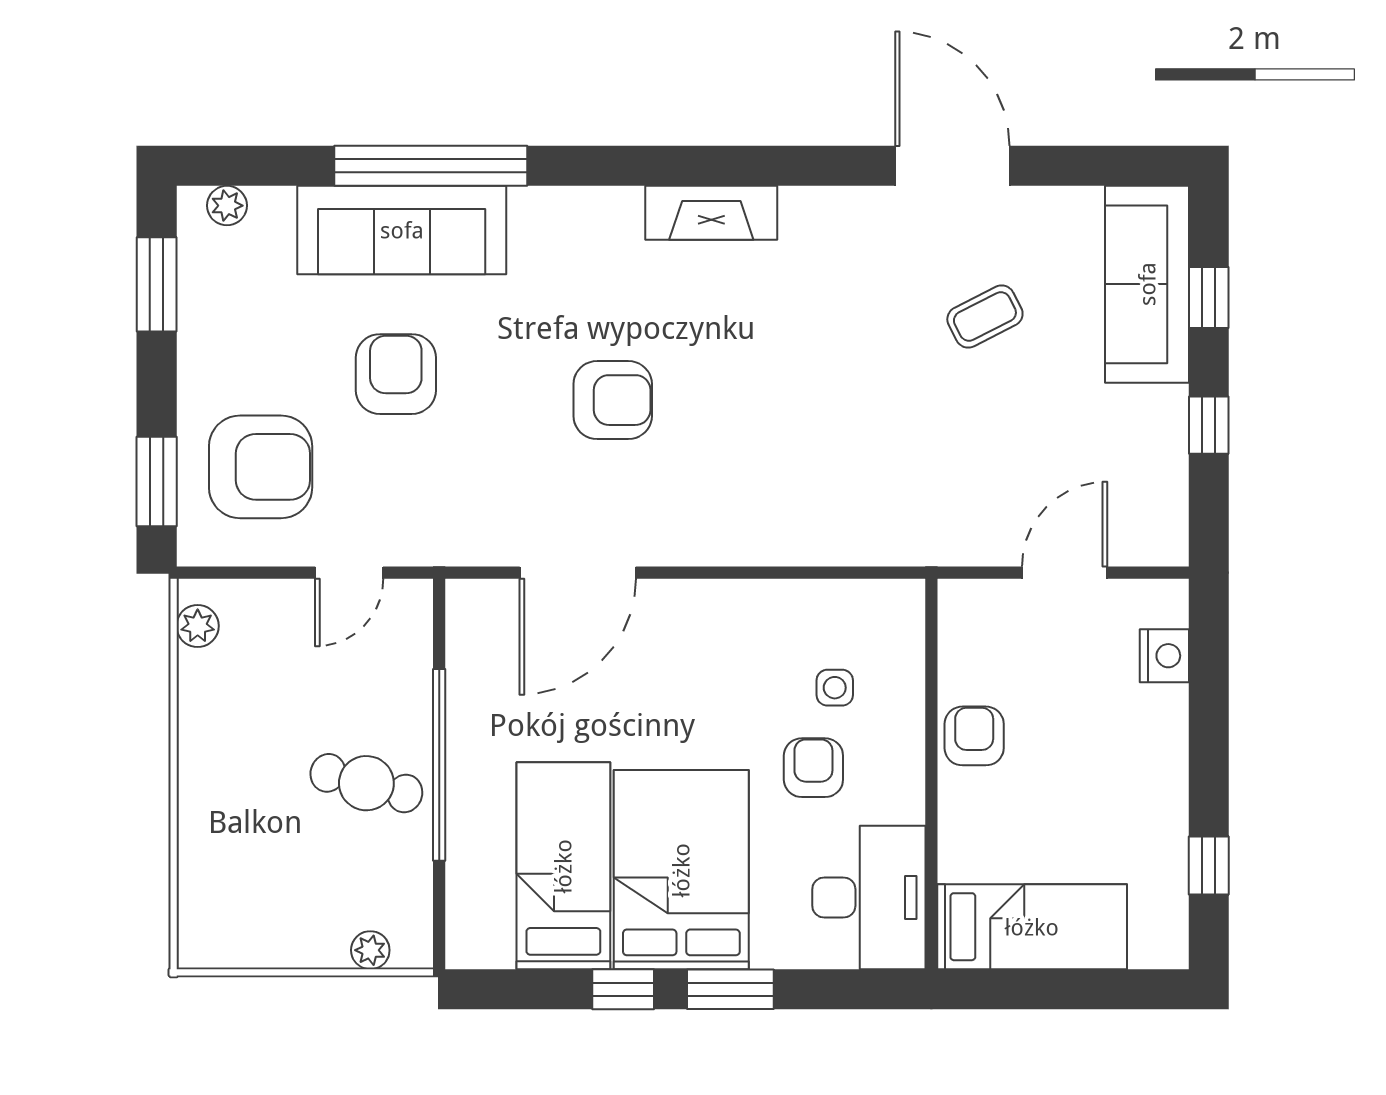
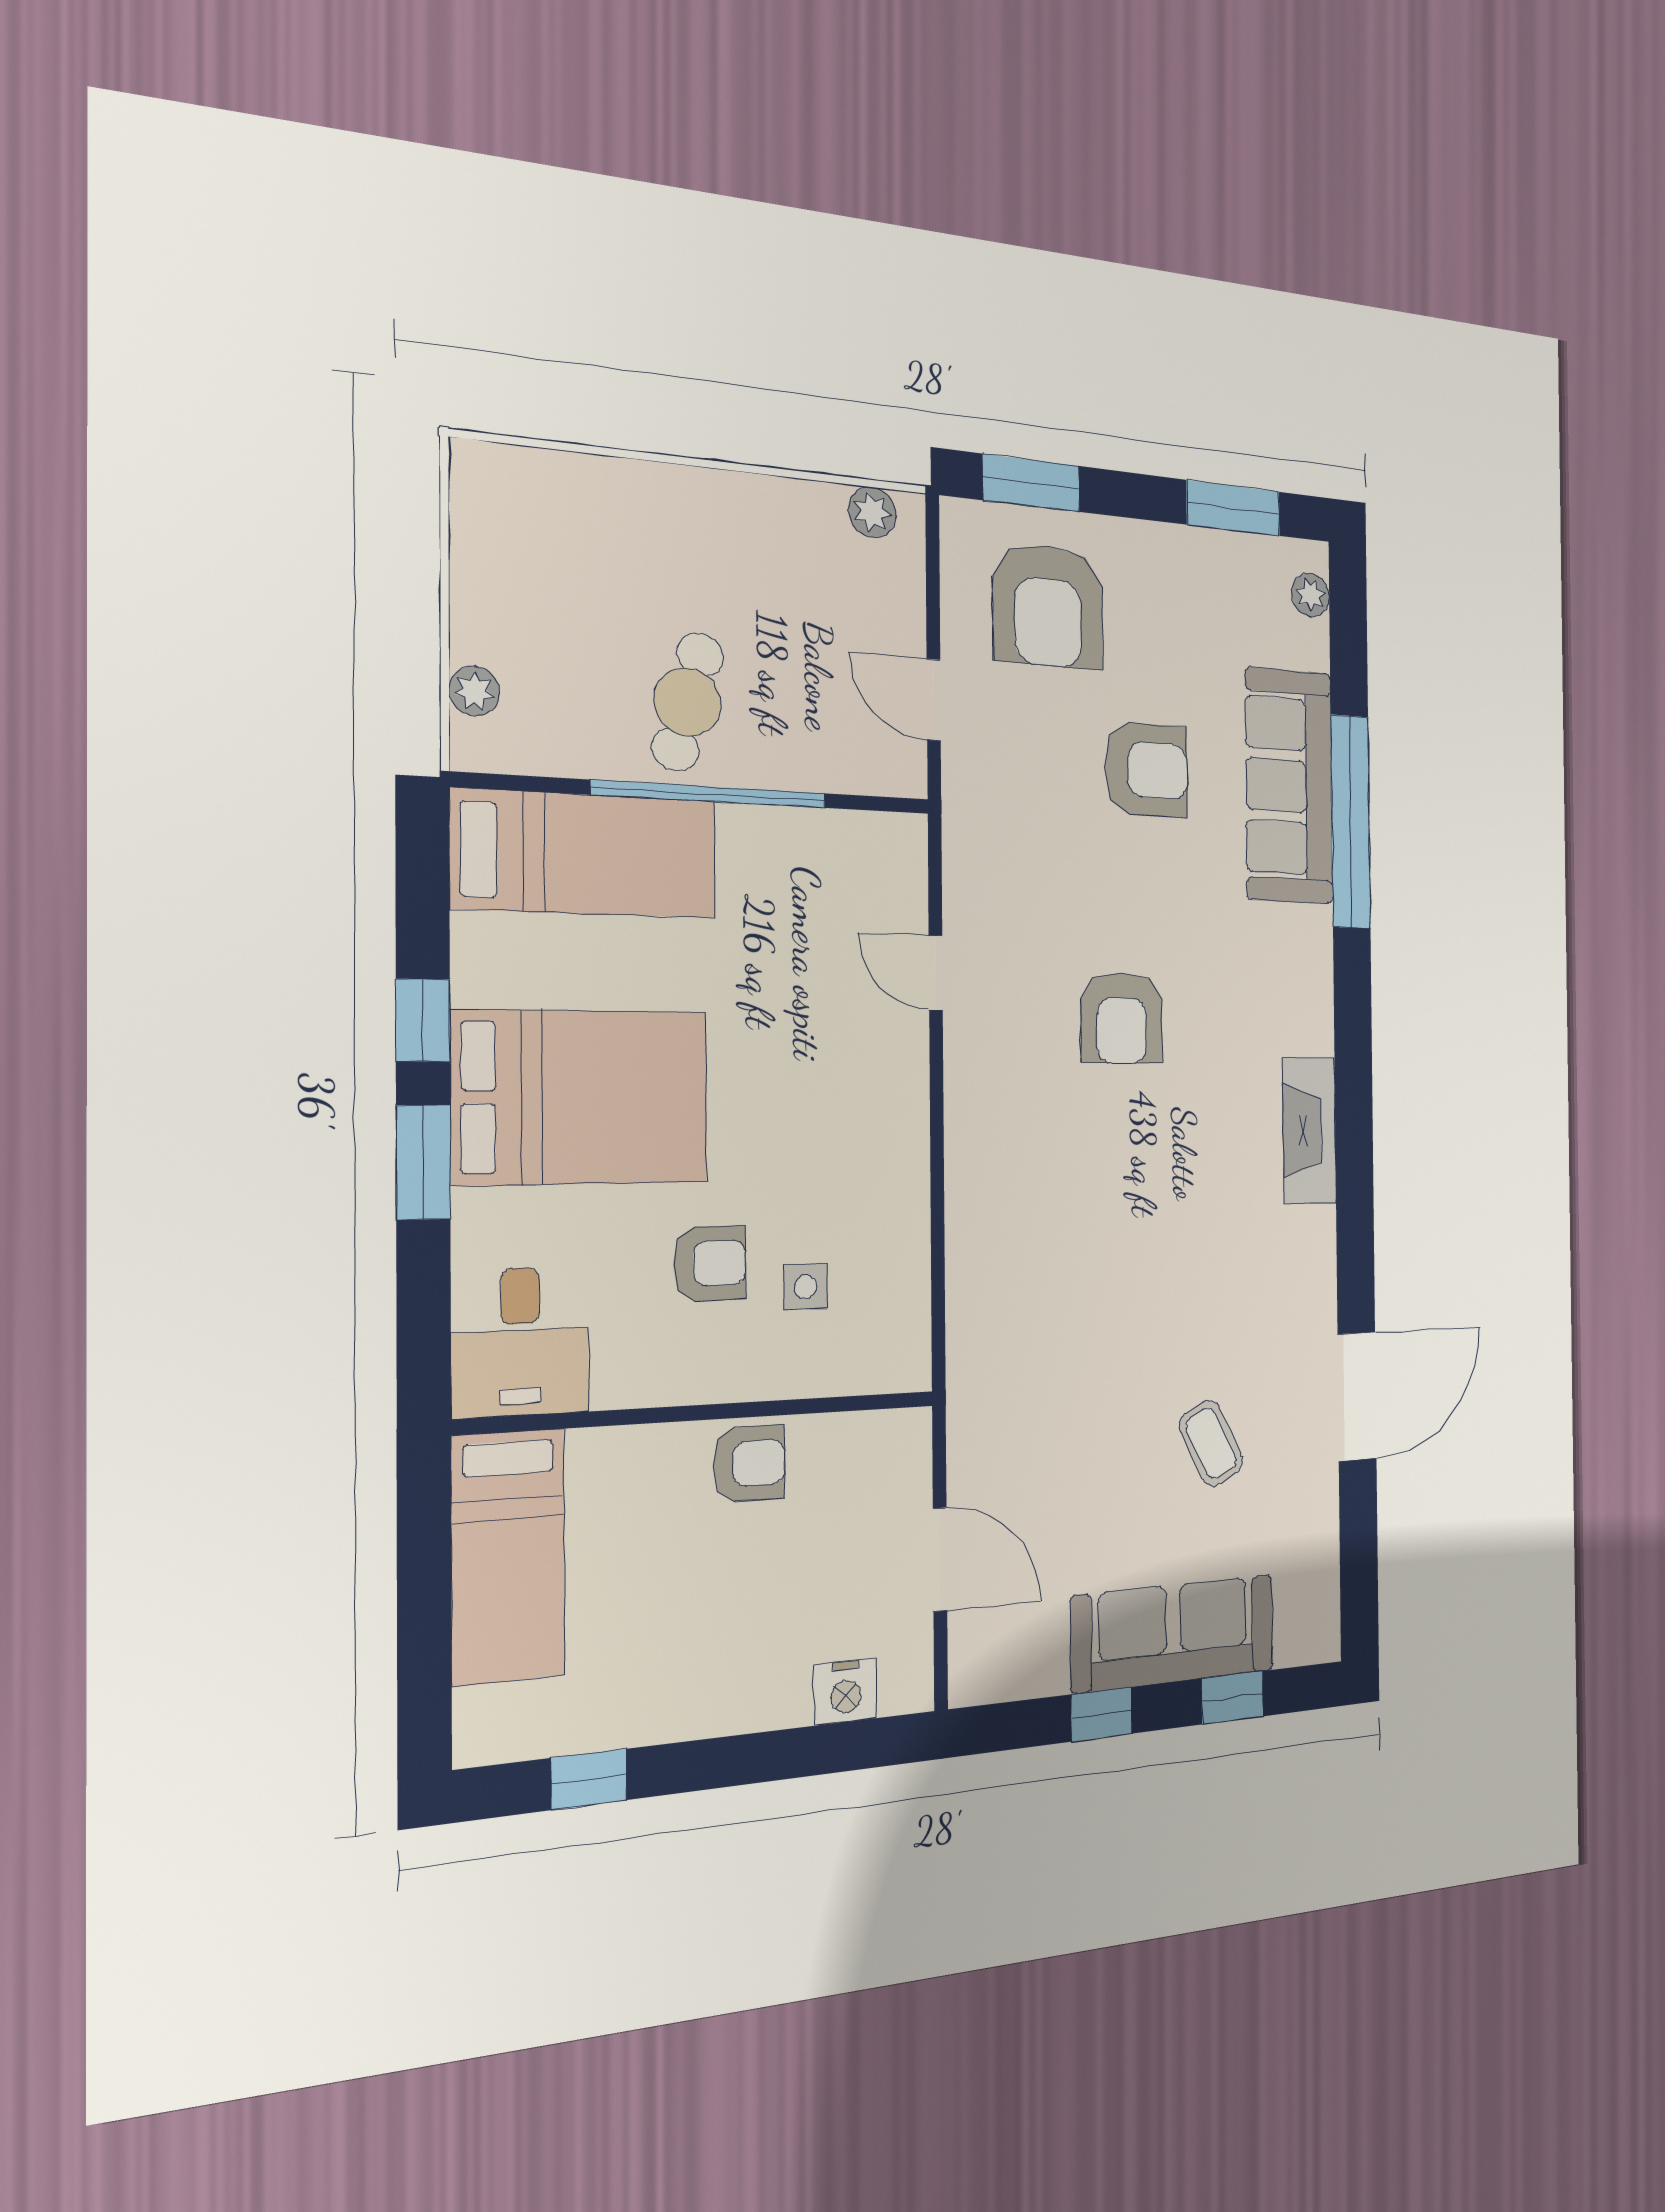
sofa: (1147, 284) -> (1173, 1633), moved
door: (578, 573) -> (936, 973), width x0.53
bed: (563, 866) -> (585, 854), moved
desk: (869, 898) -> (520, 1342), width x0.73

